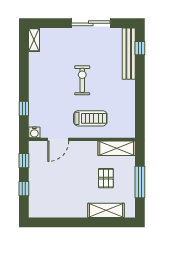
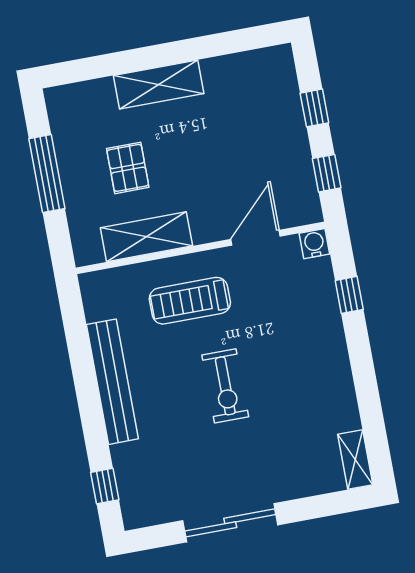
bench: (129, 54) -> (112, 382), moved
shelving: (117, 148) -> (146, 237), moved
shelving: (106, 210) -> (159, 85), moved

